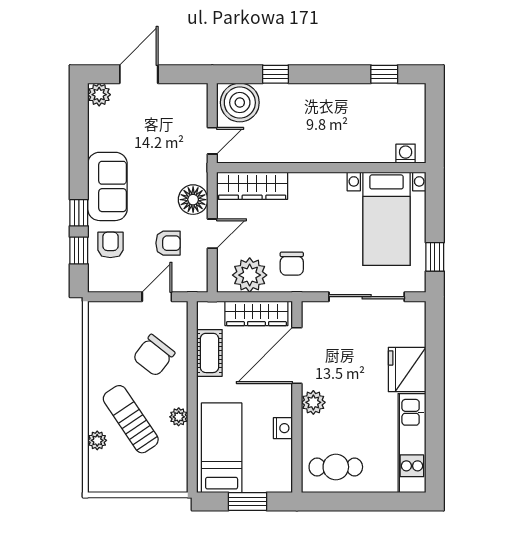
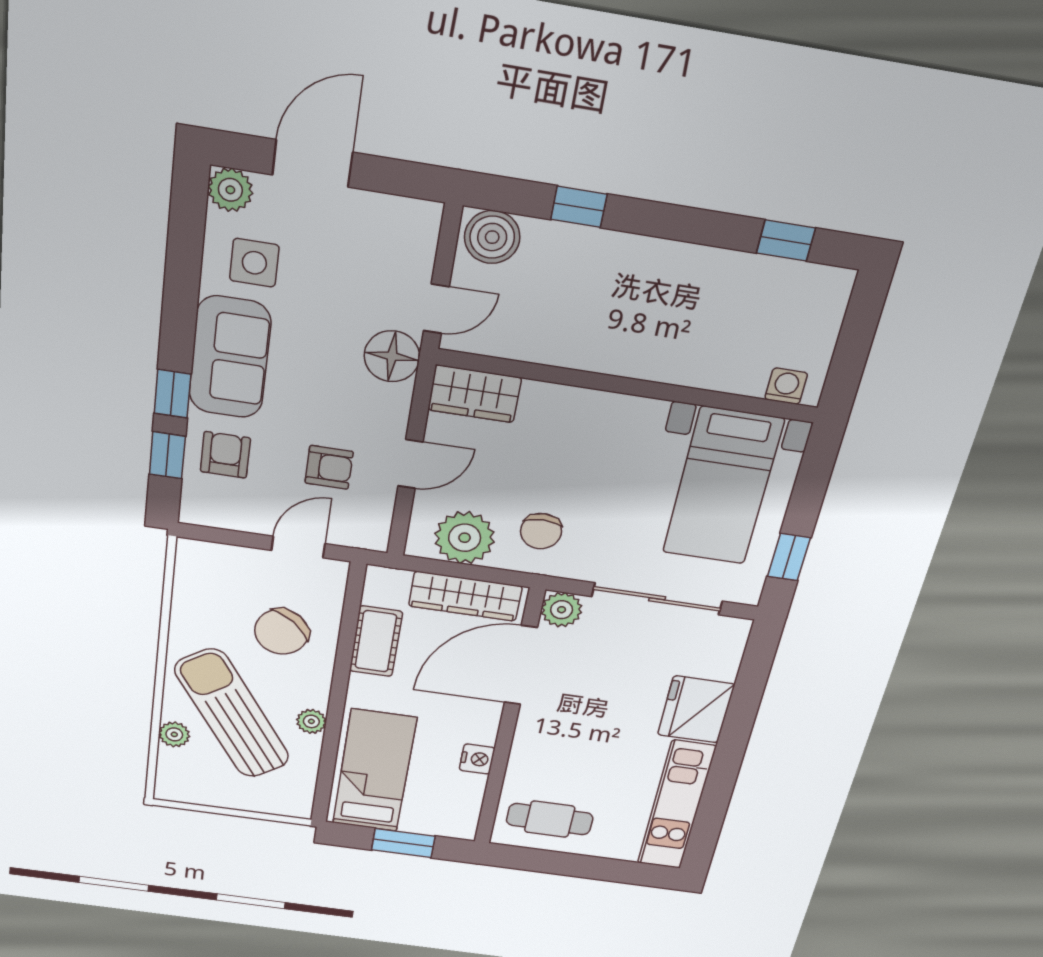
boiler: (240, 103) -> (492, 237), width x0.73, depth x0.73
side table: (115, 131) -> (254, 263), added
wardrobe: (252, 186) -> (475, 394), width x0.67
floor lamp: (193, 200) -> (392, 356), moved
plant: (313, 402) -> (562, 610), moved
sun lounger: (131, 419) -> (232, 714), width x1.36, depth x1.34

